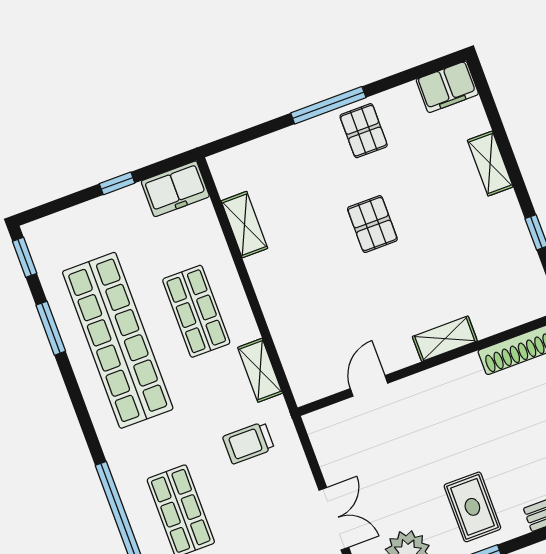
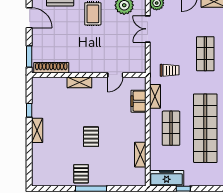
filing cabinet: (447, 87) -> (138, 101), moved, turned -90
shelving: (490, 164) -> (37, 130), moved
freezer: (175, 189) -> (167, 178), width x1.40

